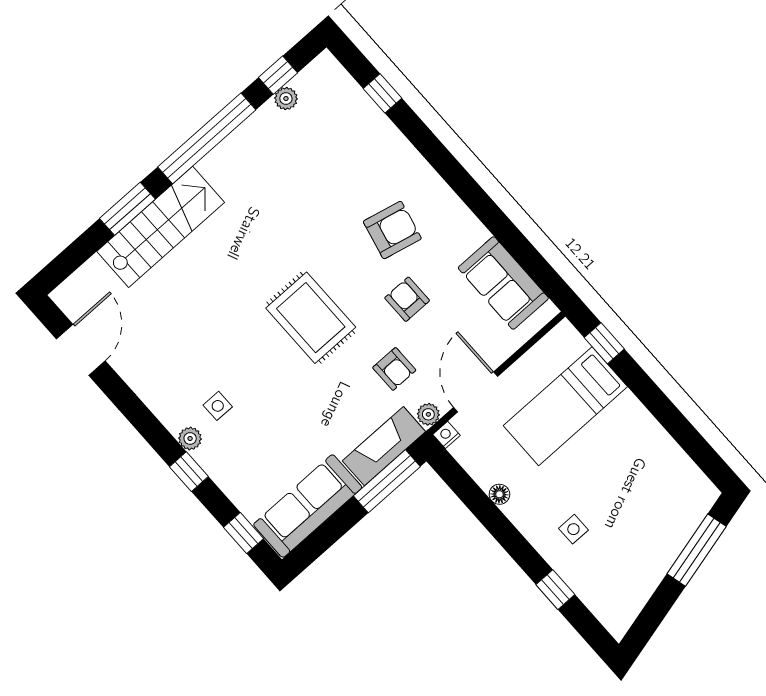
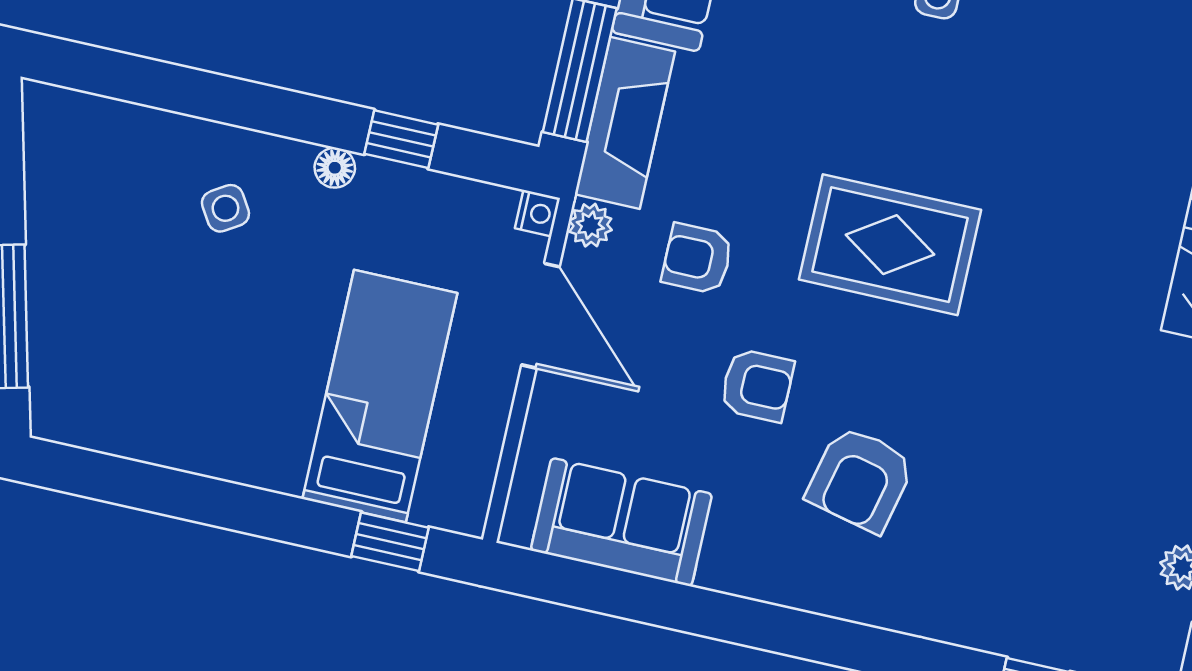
floor lamp: (499, 494) -> (335, 168), moved
side table: (573, 529) -> (225, 208), turned -32
window: (555, 590) -> (401, 139), moved

